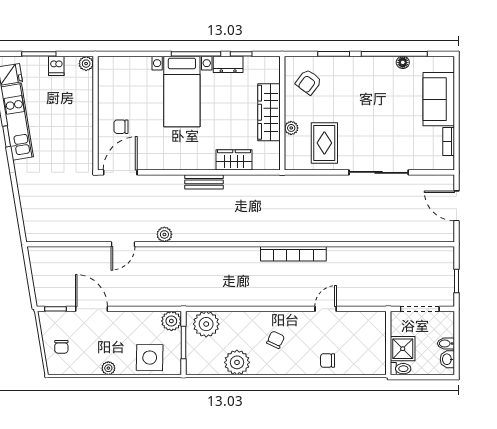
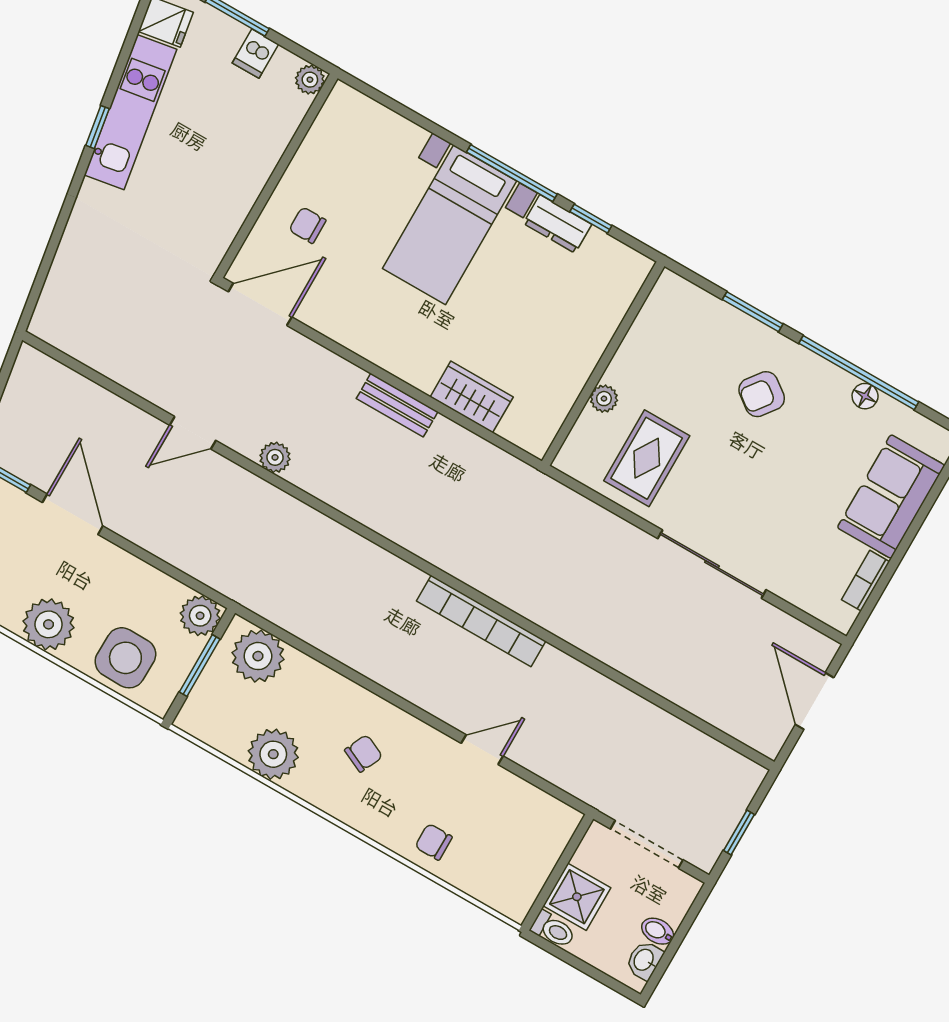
armchair: (308, 82) -> (762, 394), moved
wardrobe: (269, 112) -> (581, 349), removed
plant: (108, 368) -> (49, 624), width x1.88, depth x1.88

